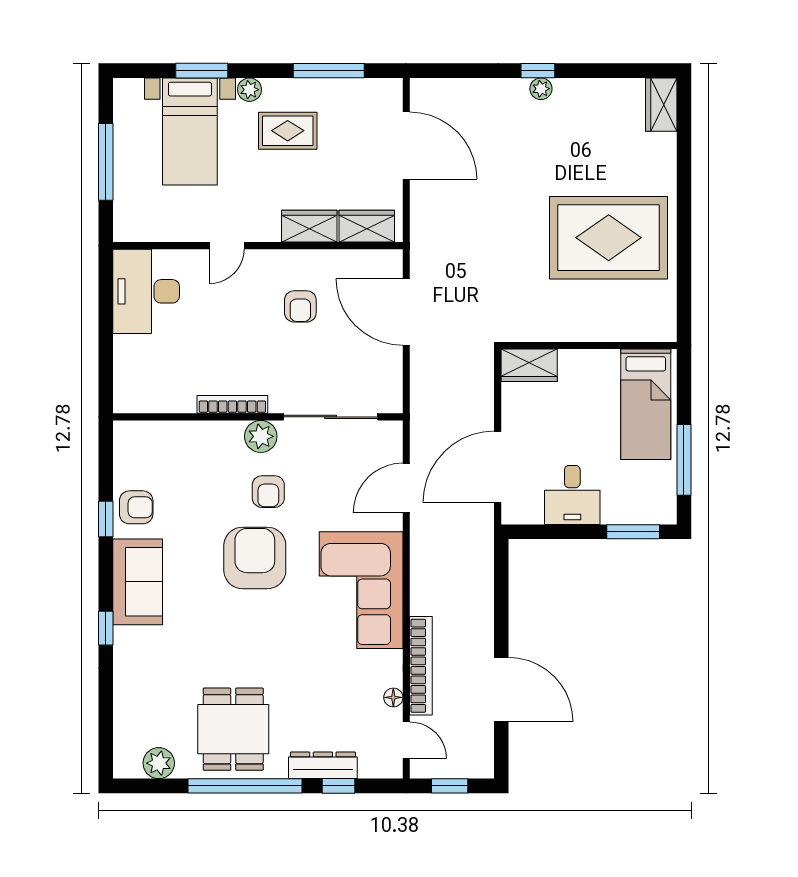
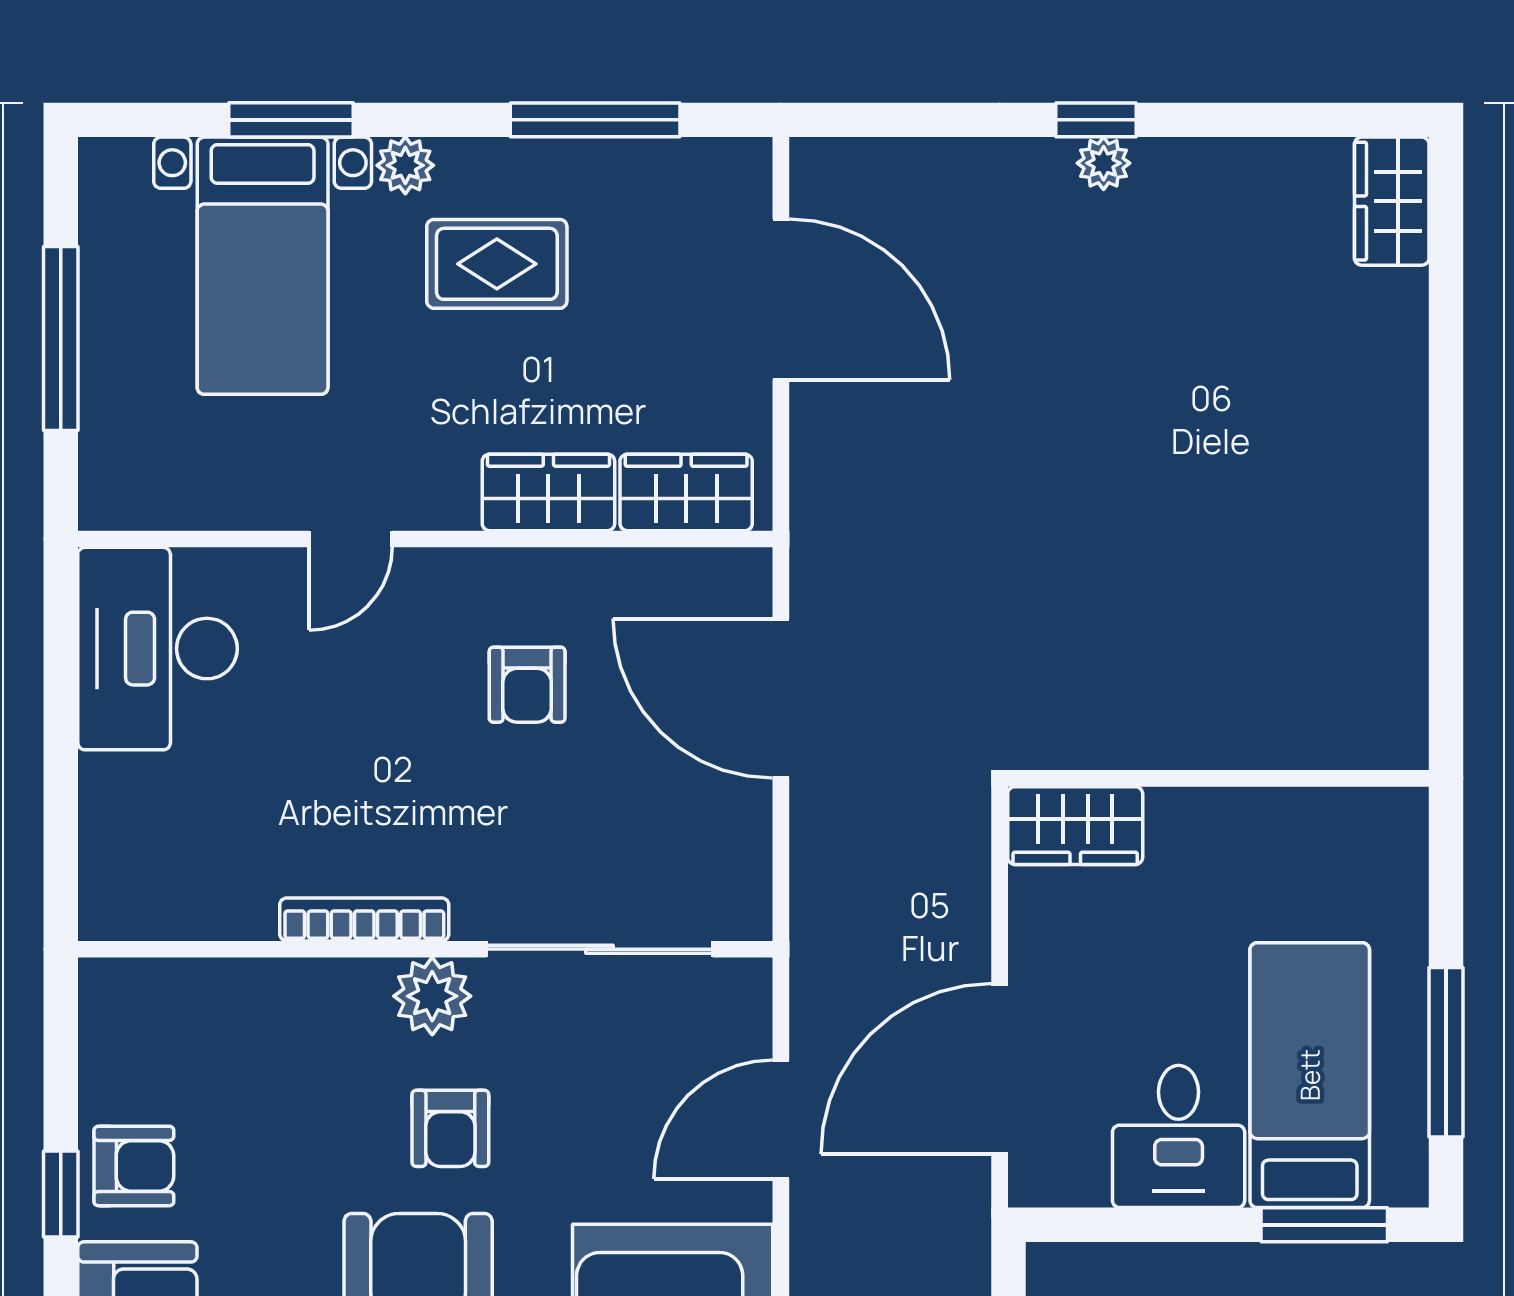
rug: (609, 238) -> (1265, 520), removed
bed: (646, 404) -> (1310, 1075), moved, turned 180

